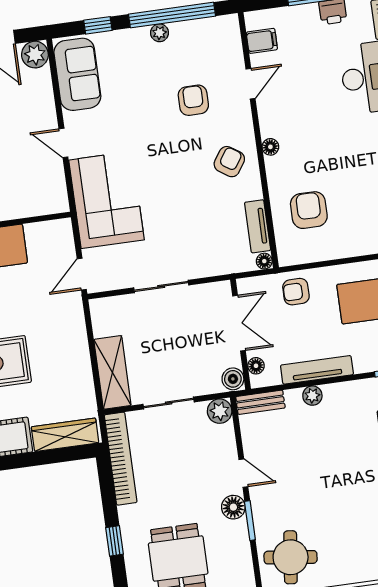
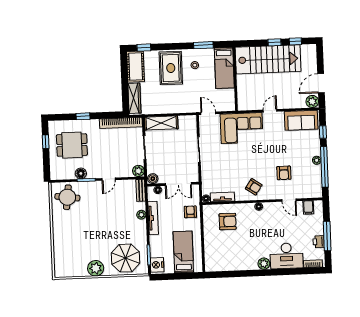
armchair: (193, 100) -> (284, 173), turned 90
floor lamp: (233, 507) -> (81, 173), moved

